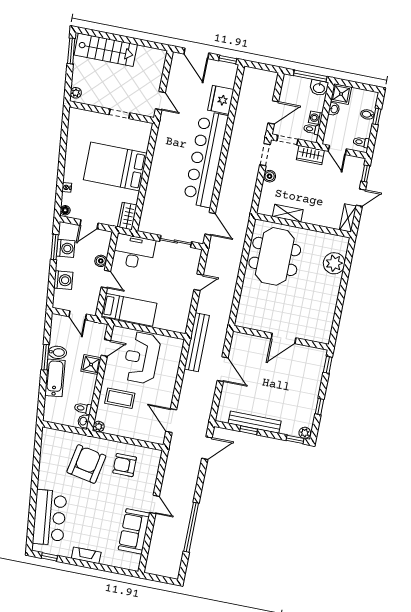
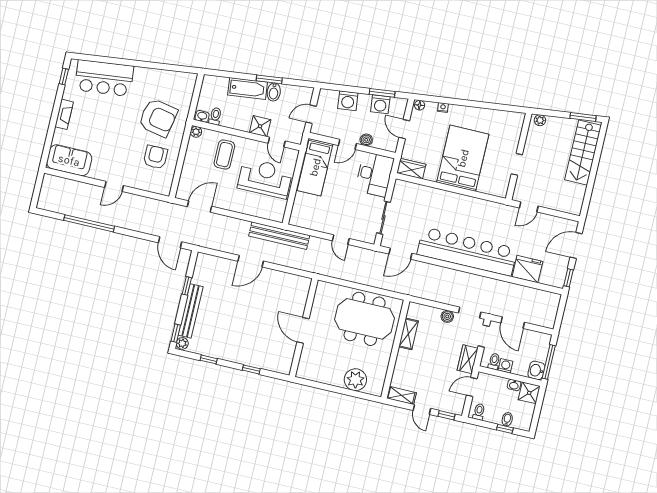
wall: (281, 338) -> (304, 328), moved
door: (284, 338) -> (303, 330), moved
bench: (255, 422) -> (191, 311), moved
sofa: (134, 531) -> (69, 160), moved

